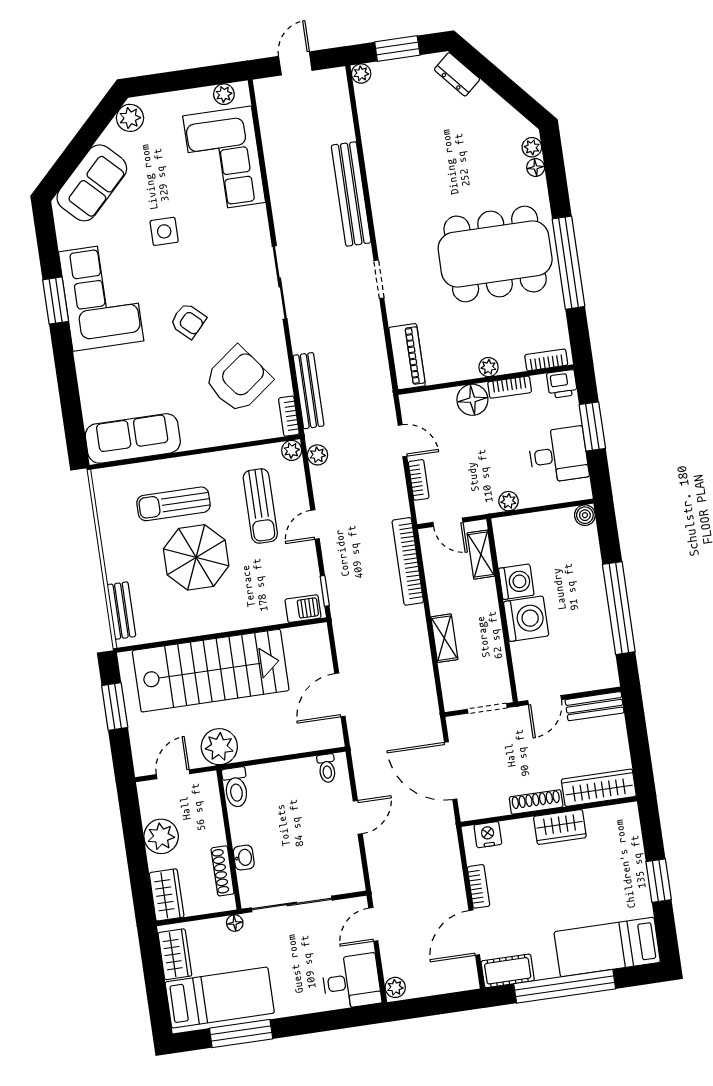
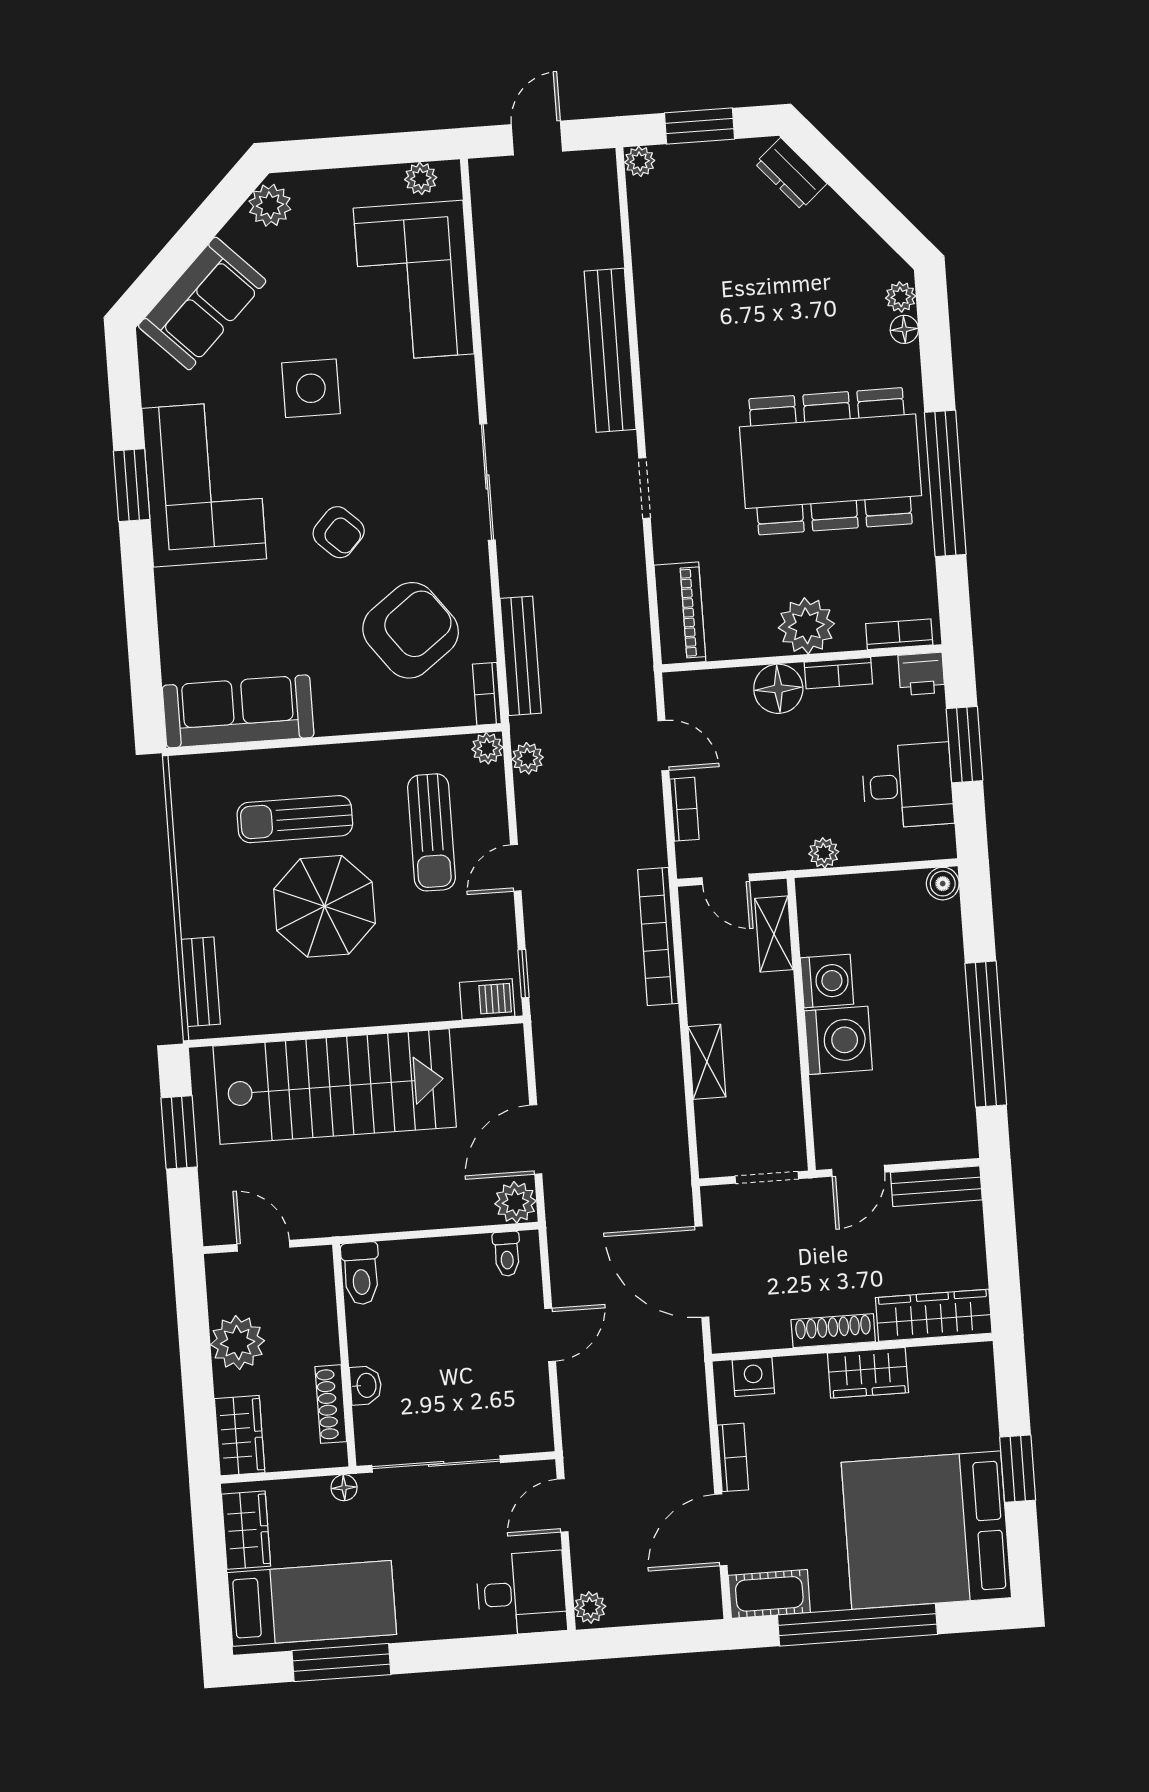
side table: (164, 231) -> (311, 388), width x1.37, depth x1.37
plant: (488, 367) -> (806, 626), width x1.88, depth x1.88
plant: (219, 747) -> (515, 1202), moved, width x0.73, depth x0.73
door: (173, 774) -> (263, 1246), hinge flipped
bed: (607, 947) -> (926, 1530), width x2.04

